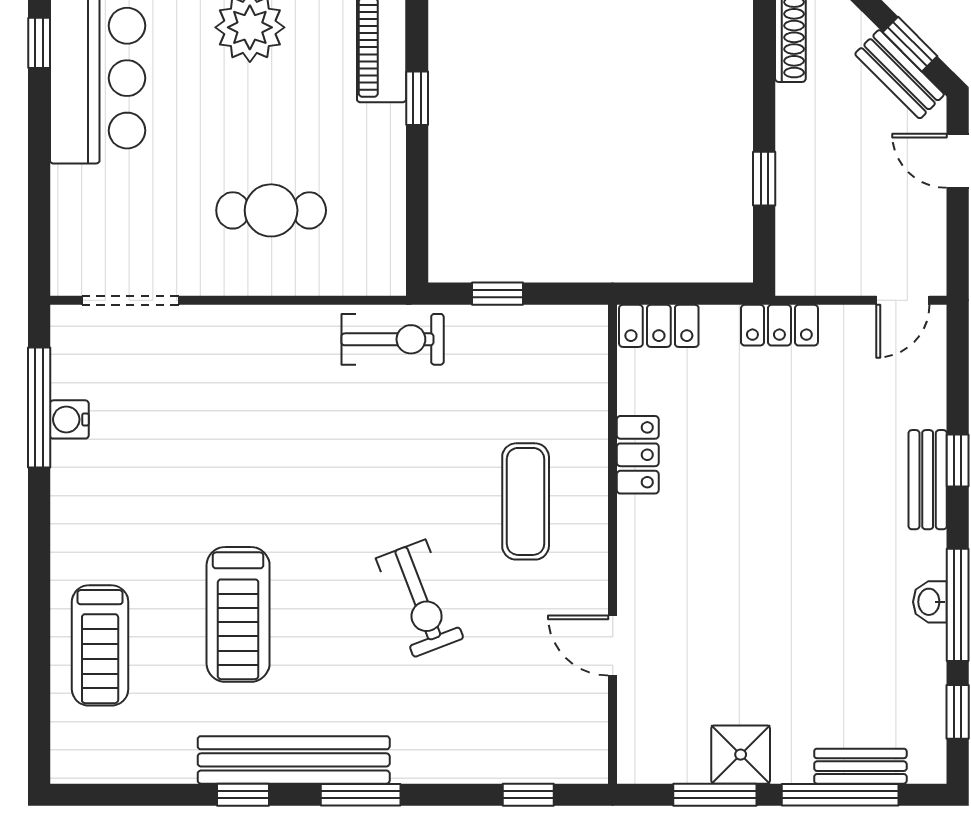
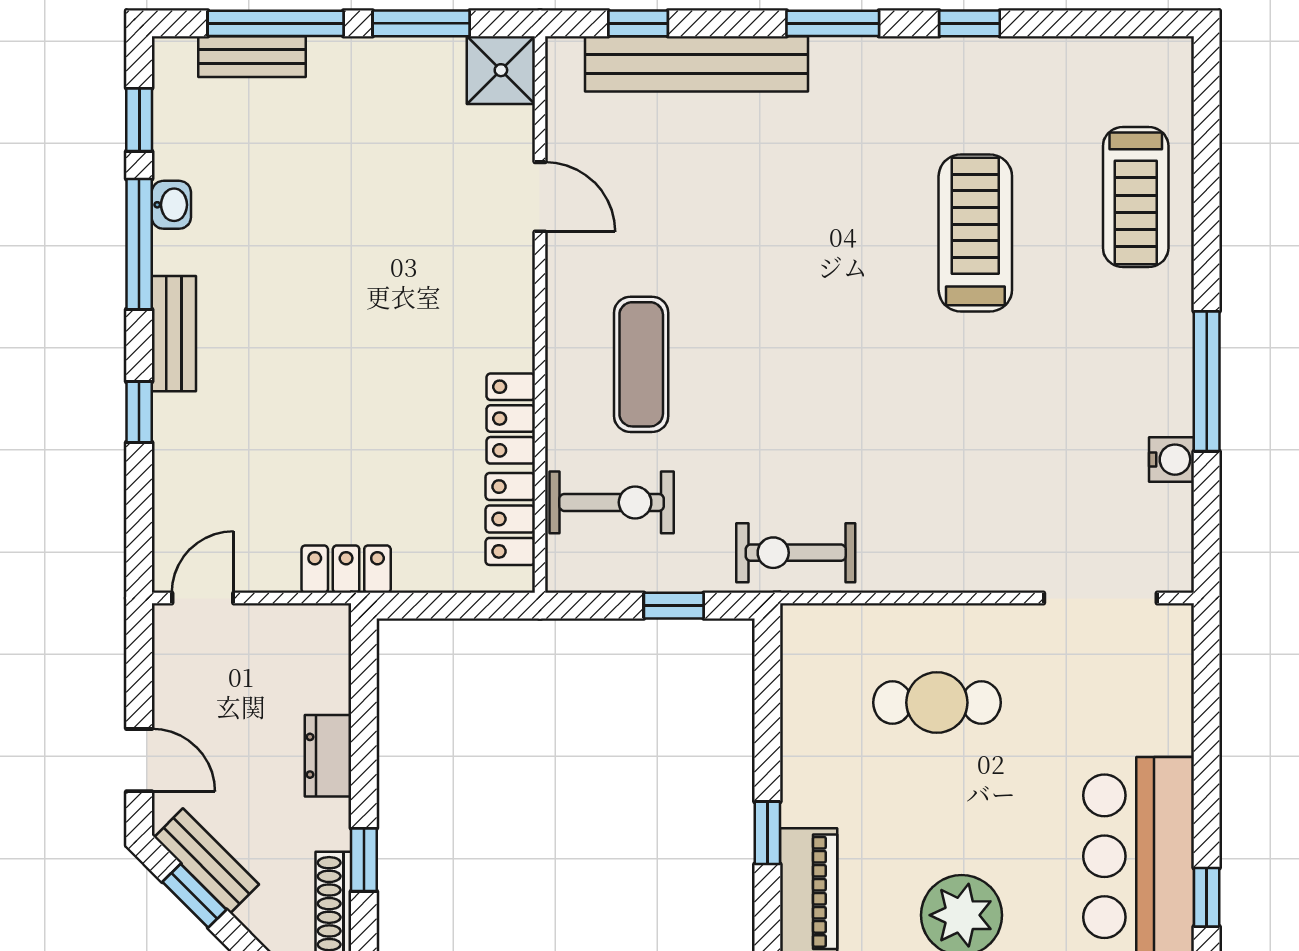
dresser: (795, 165) -> (328, 756), added
window: (764, 179) -> (364, 860), moved
locker: (659, 326) -> (510, 519), moved, turned -90
window: (39, 407) -> (1207, 381), moved
bench: (928, 480) -> (174, 334), moved
exercise bike: (420, 598) -> (612, 502), moved, turned 111
washbasin: (930, 602) -> (171, 205), moved
treadmill: (100, 645) -> (1136, 197), turned 180
shower: (741, 755) -> (501, 70), moved
bench: (294, 760) -> (696, 64), moved

